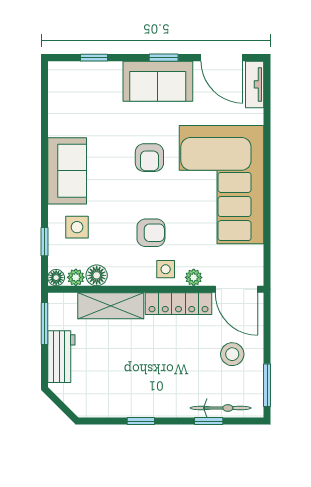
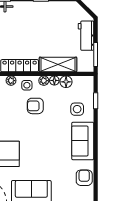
armchair: (149, 158) -> (84, 178), moved
plant: (76, 277) -> (44, 81), moved
floor lamp: (56, 278) -> (54, 80), moved

